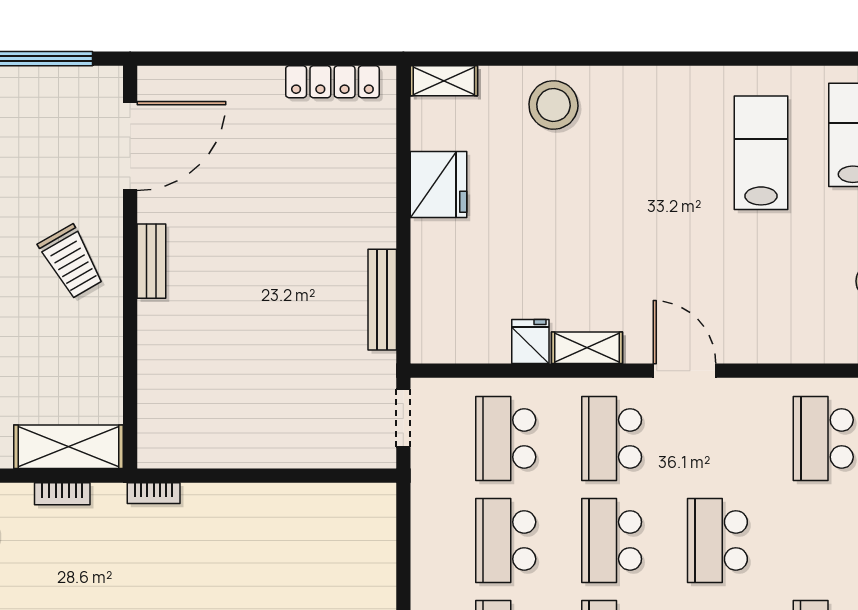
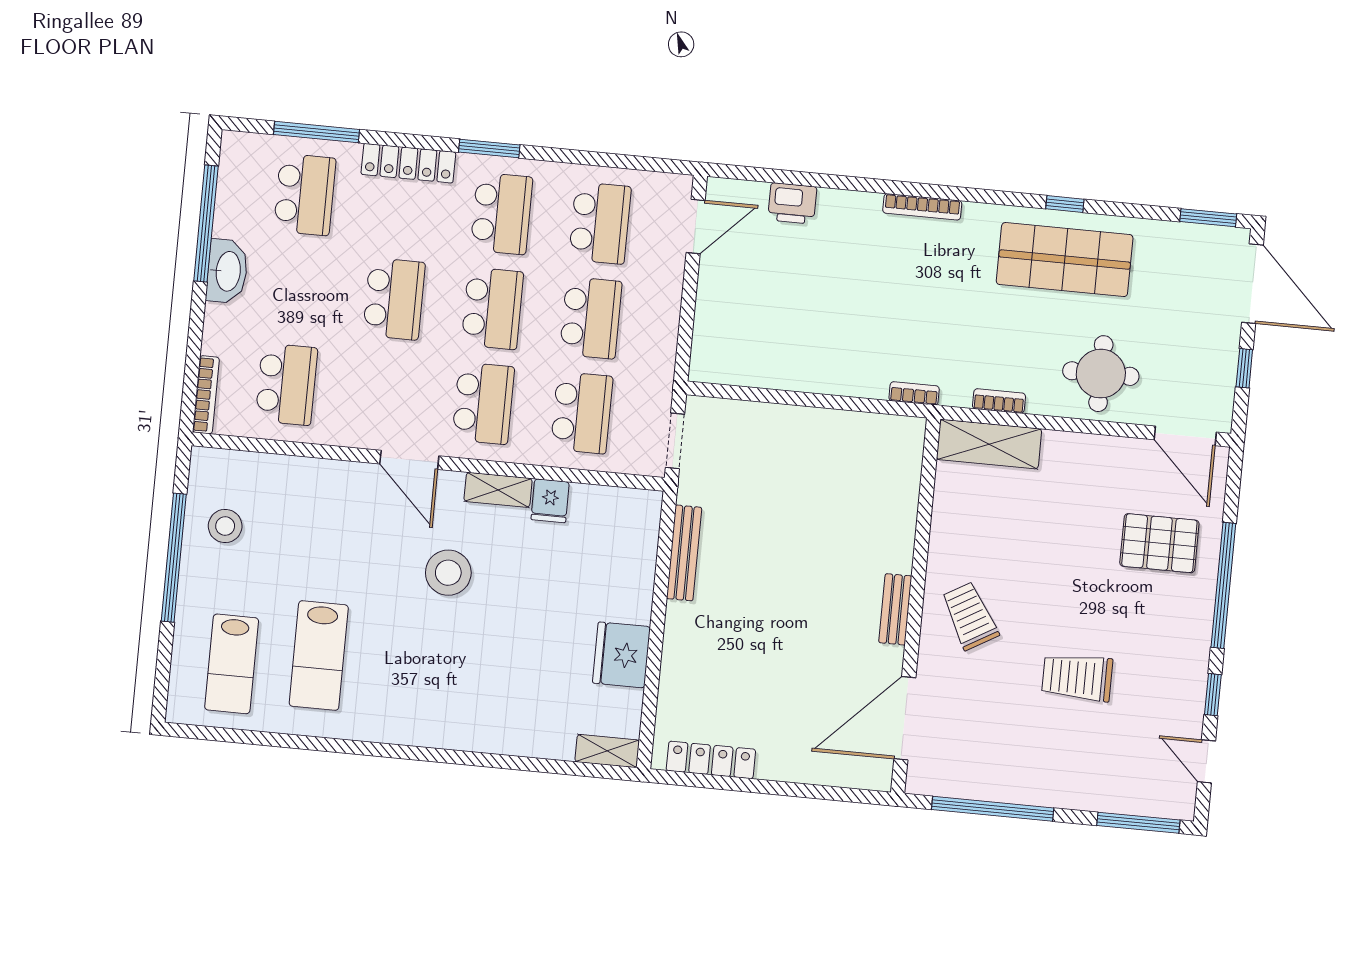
stool: (553, 105) -> (448, 573), moved

